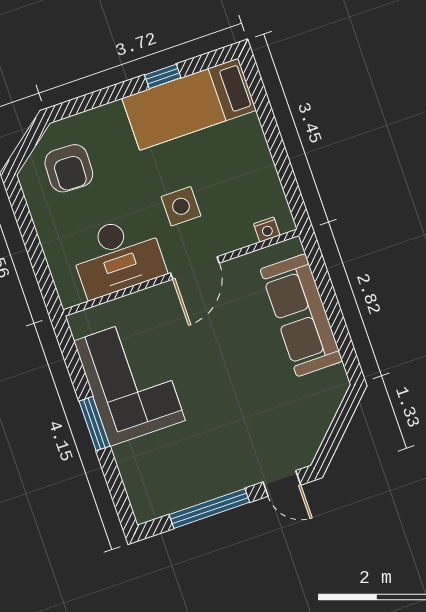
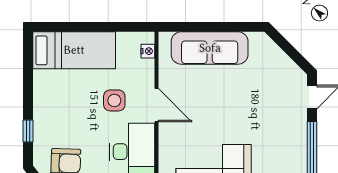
window: (163, 76) -> (28, 131), moved
bed: (189, 104) -> (74, 50), moved, turned -90

